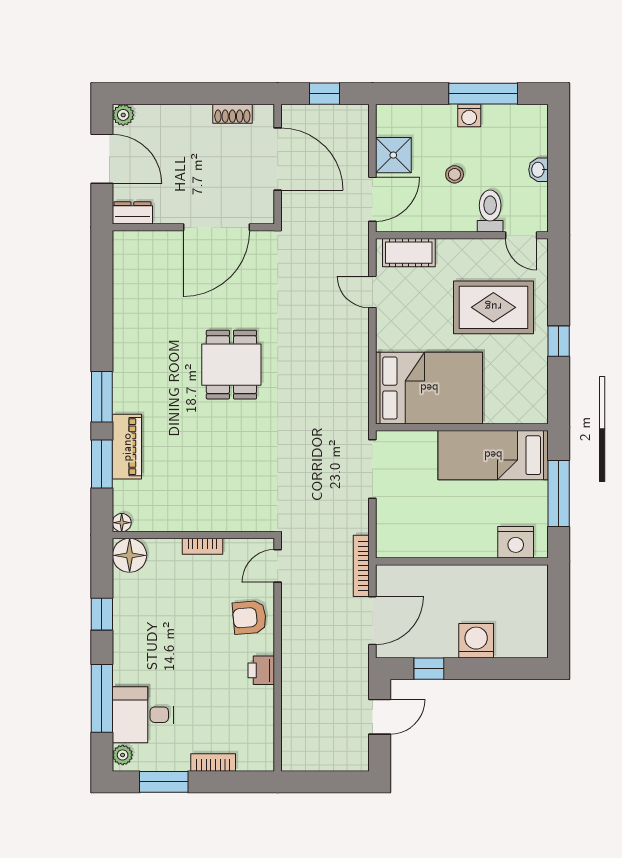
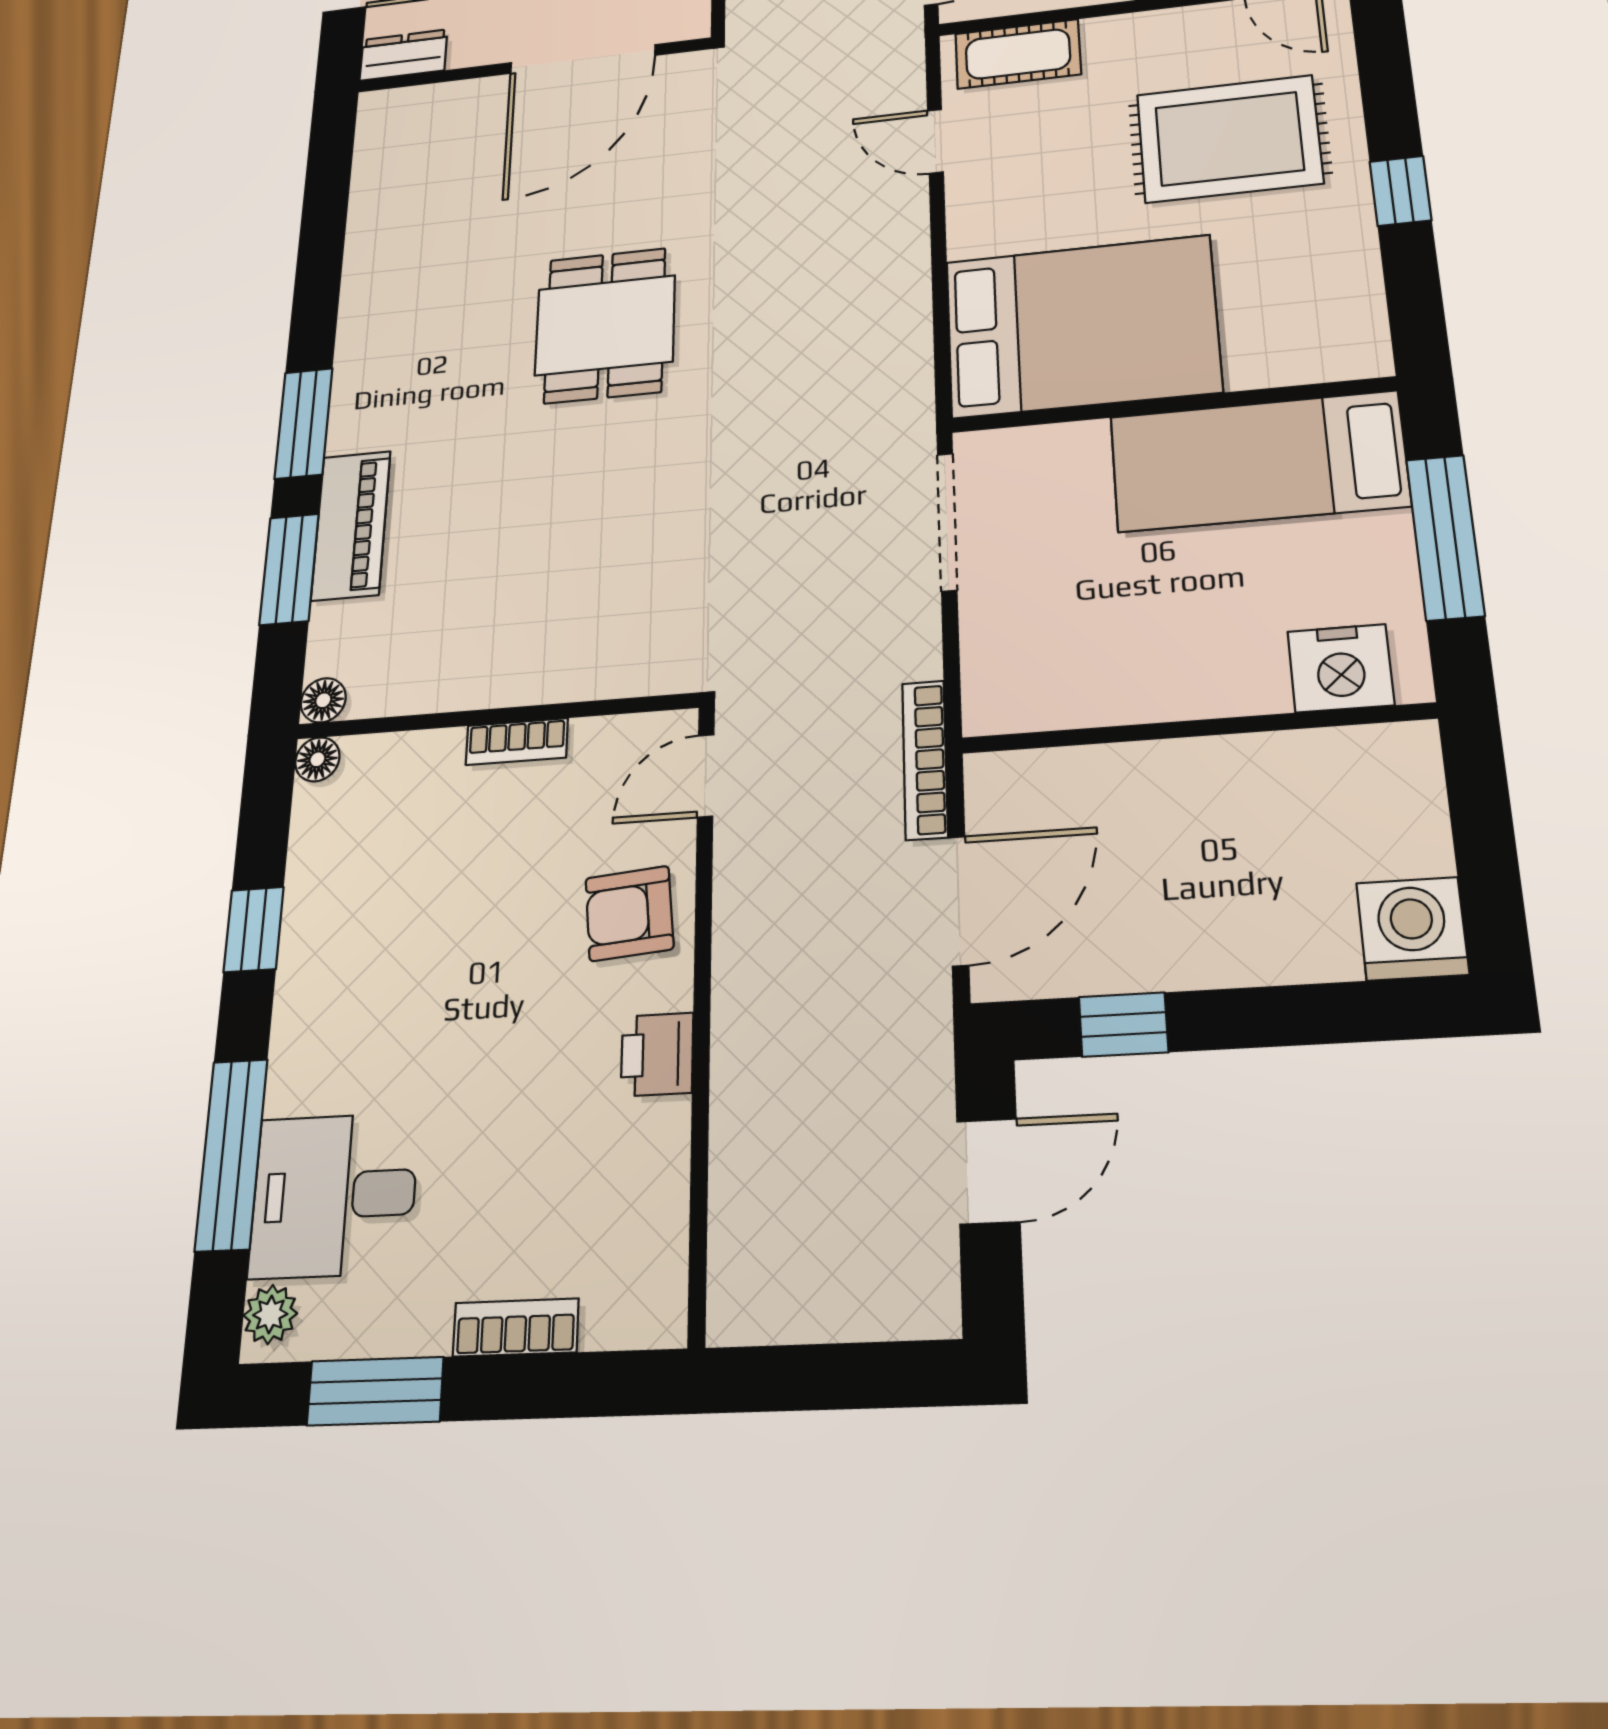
floor lamp: (130, 555) -> (317, 759), width x0.53, depth x0.53
washing machine: (476, 641) -> (1412, 929), moved

